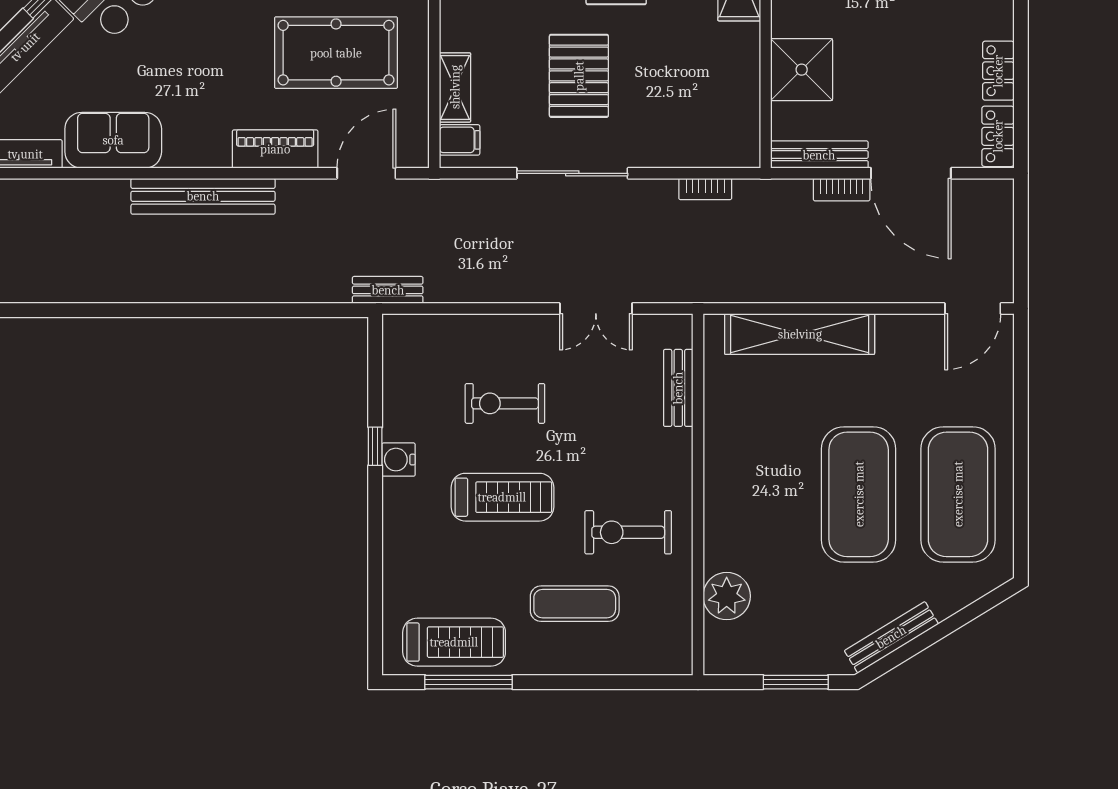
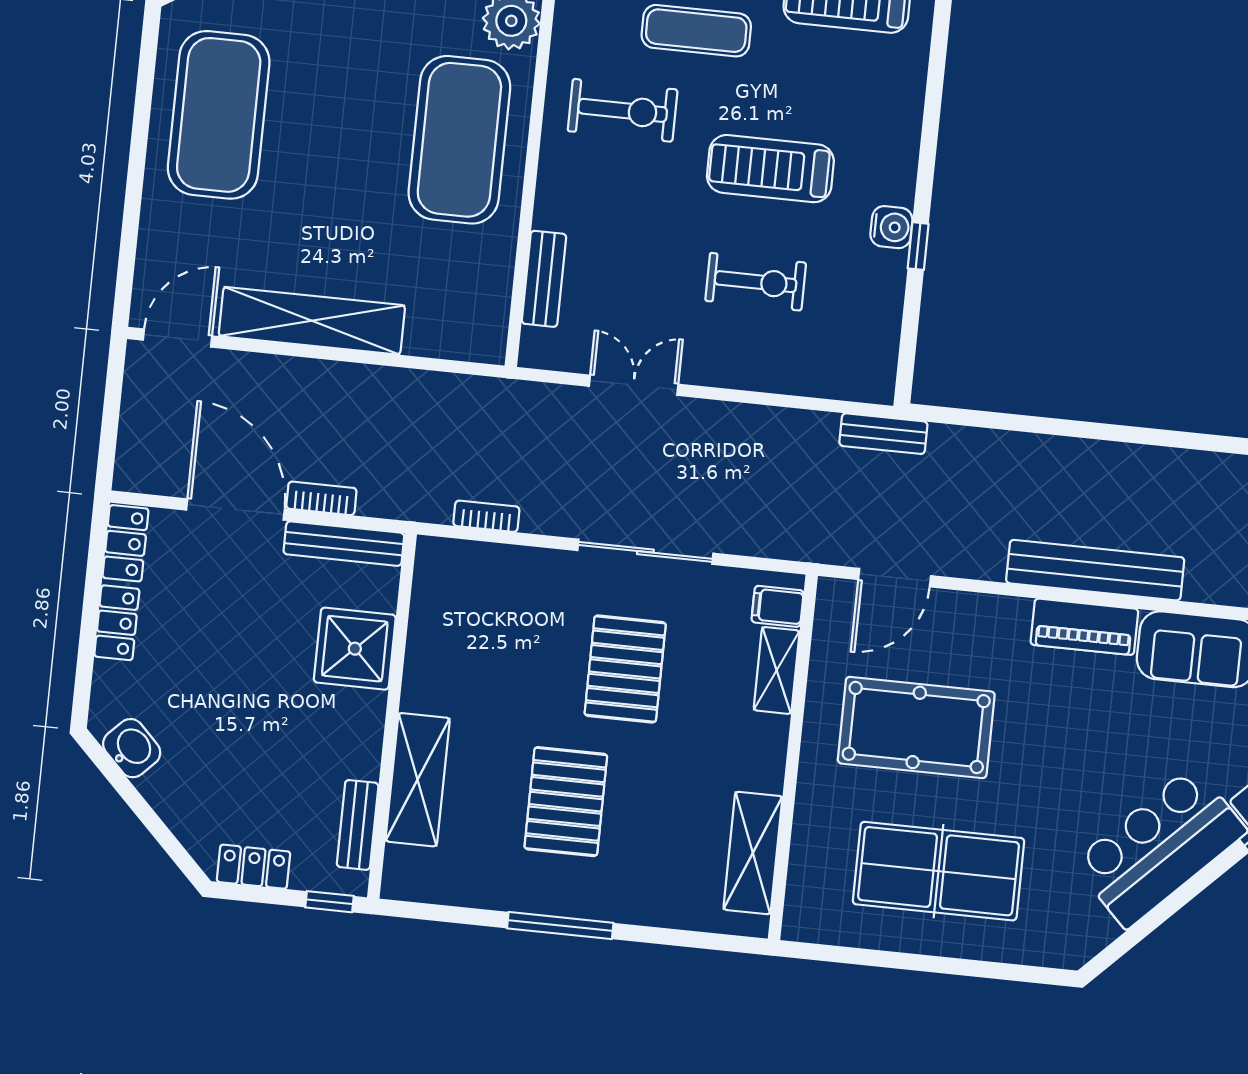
piano: (275, 149) -> (1084, 627), moved
shelving: (800, 334) -> (312, 321), moved
exercise mat: (859, 494) -> (459, 140), moved

